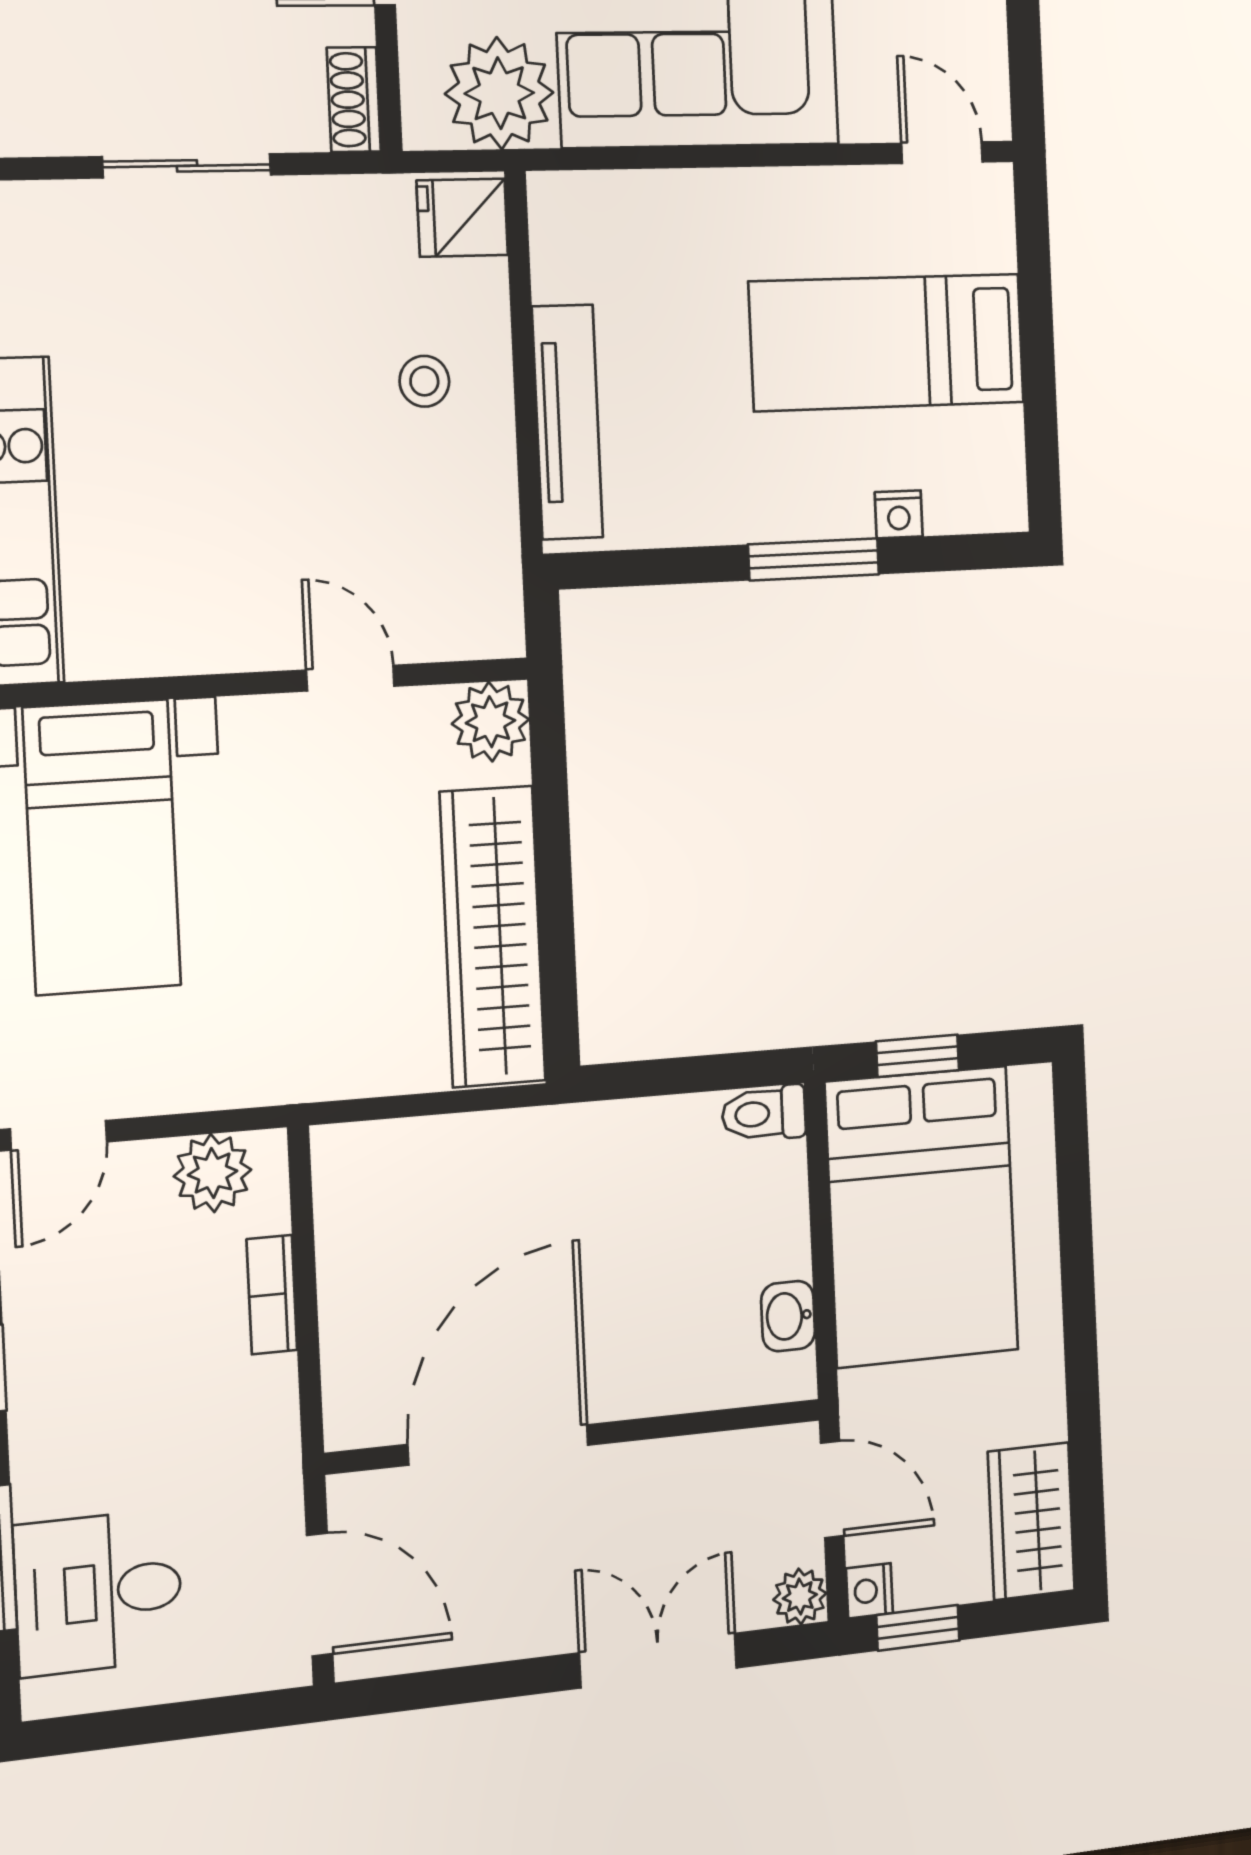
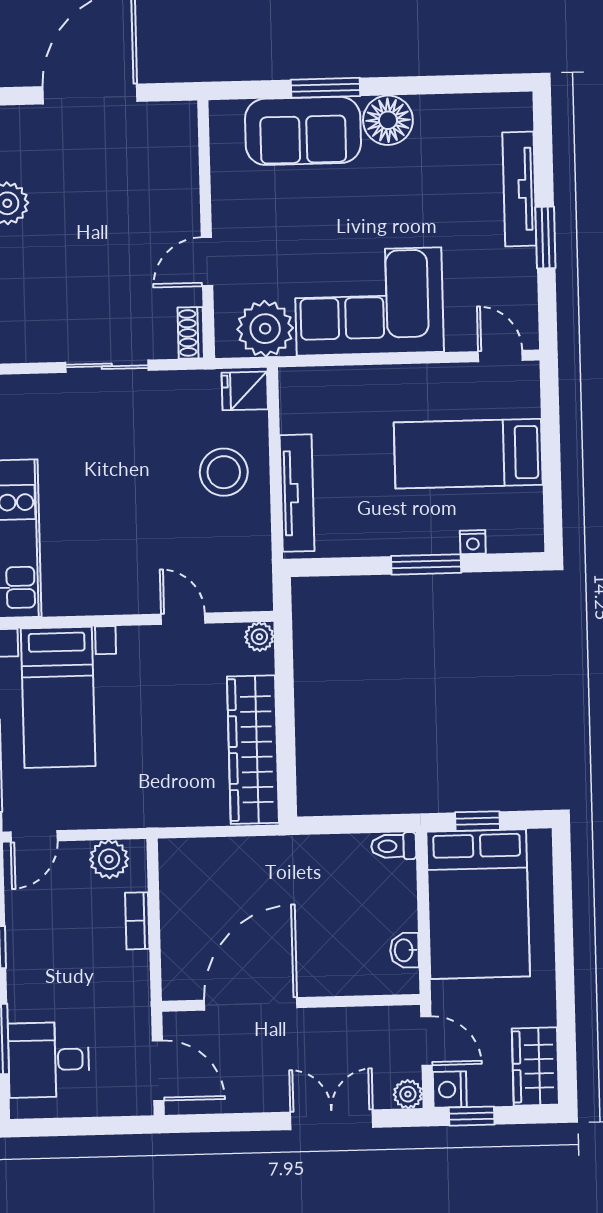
stool: (424, 381) -> (224, 472), width x1.89, depth x1.89
plant: (491, 722) -> (259, 637), width x0.73, depth x0.73
nightstand: (869, 1591) -> (450, 1089), width x1.39, depth x1.35

